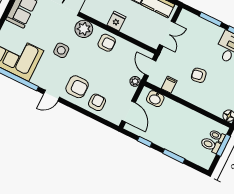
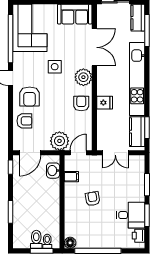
armchair: (107, 43) -> (81, 103), turned 180
plant: (135, 81) -> (59, 141), width x1.88, depth x1.88
window: (145, 142) -> (11, 167), moved

